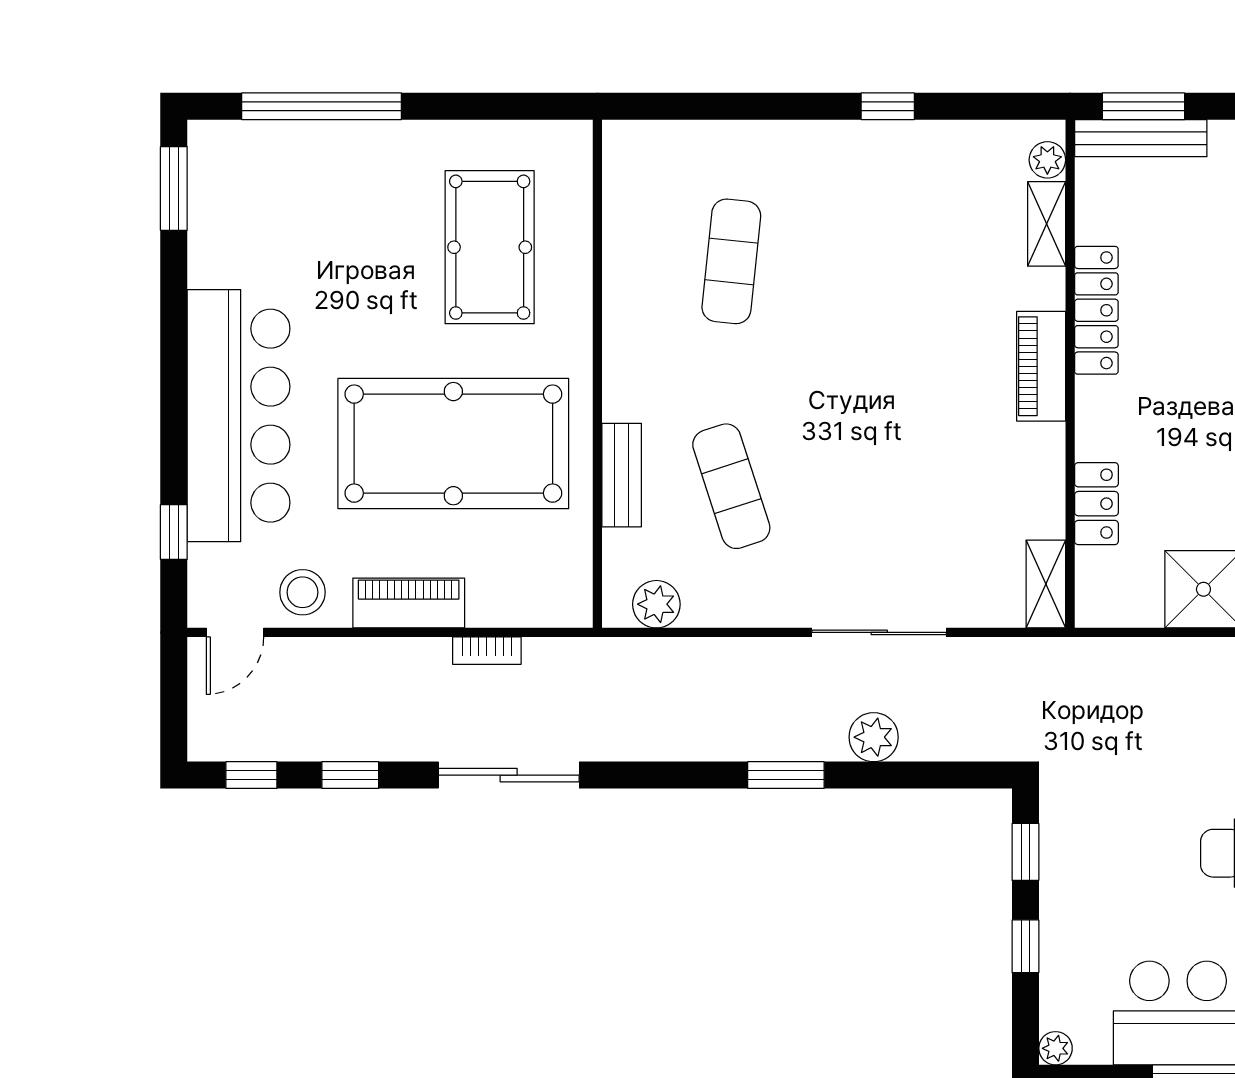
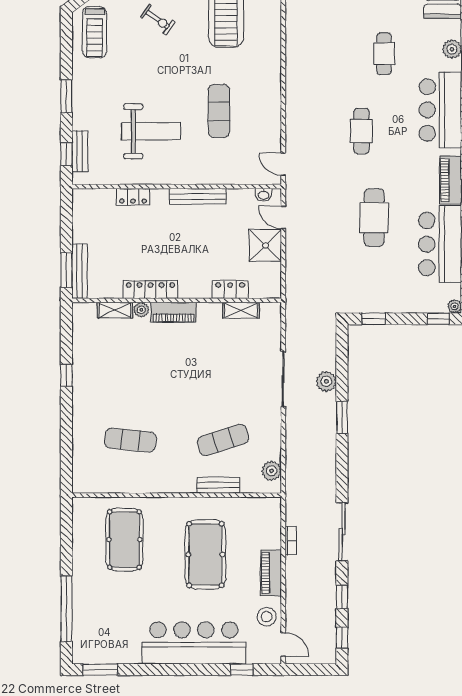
plant: (1047, 160) -> (141, 310), moved
pool table: (490, 247) -> (124, 540), turned 90
pool table: (453, 444) -> (205, 555), width x0.73, depth x0.76
shelving: (1046, 584) -> (241, 310), moved
window: (1025, 946) -> (438, 319), moved

